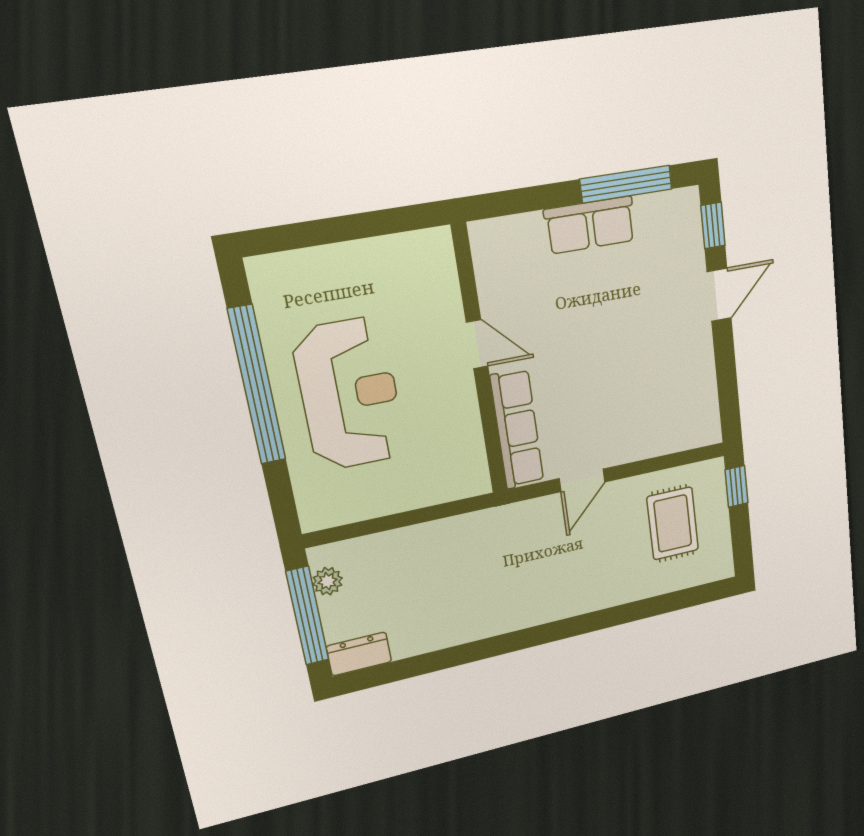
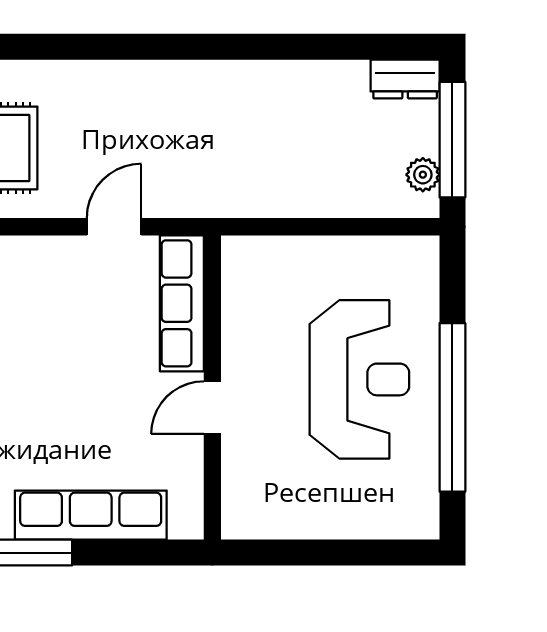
row of seats: (590, 225) -> (91, 515), width x1.48
door: (477, 344) -> (212, 408), hinge flipped
reception desk: (350, 394) -> (359, 379), turned 180

